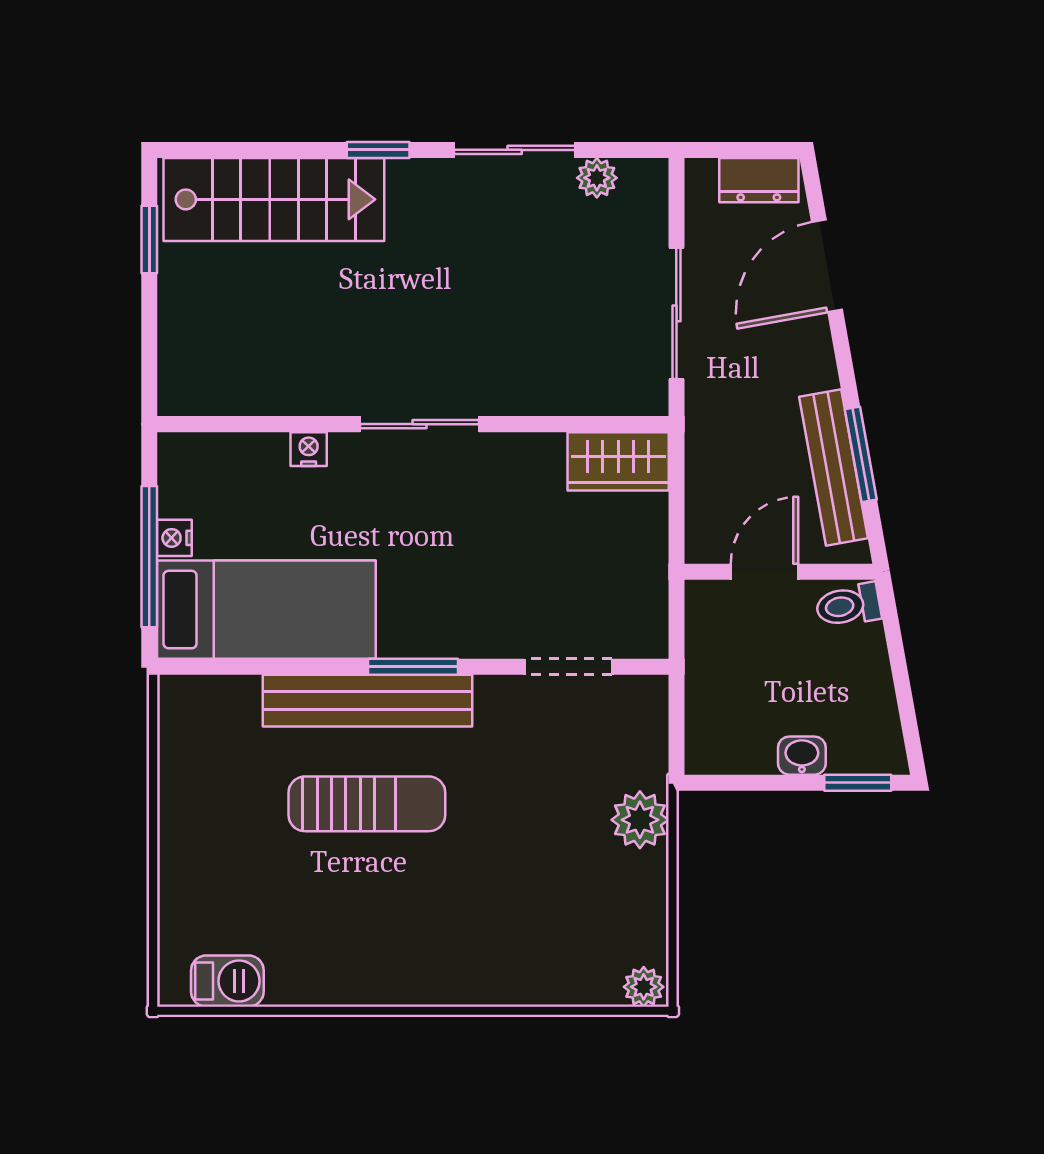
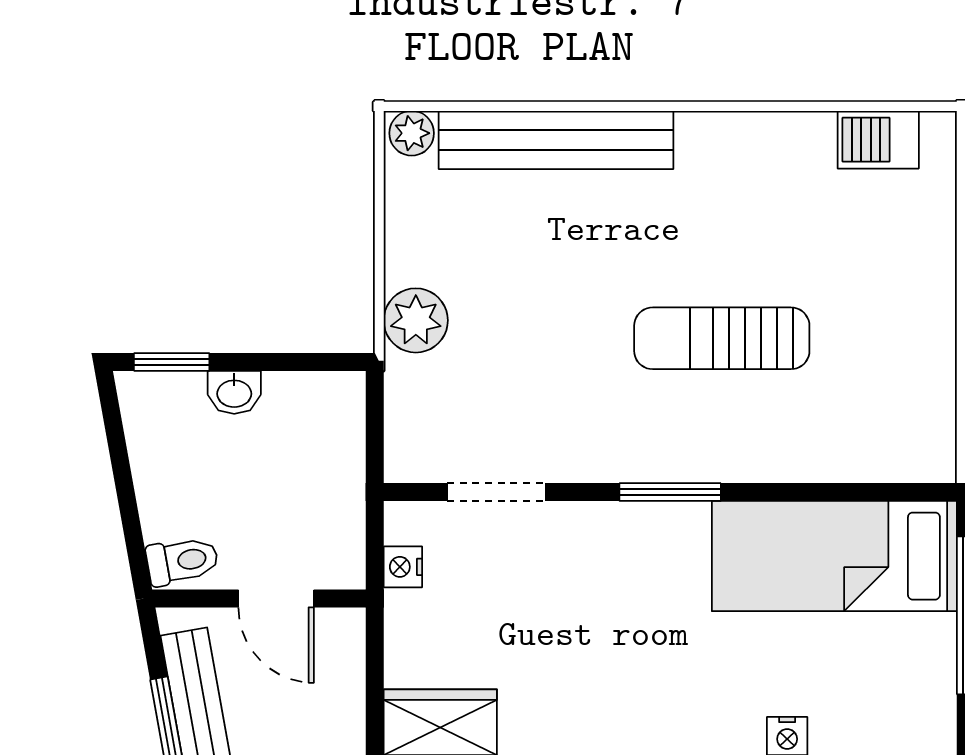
nightstand: (174, 538) -> (403, 567), moved, turned 180
door: (764, 572) -> (276, 598), hinge flipped
bench: (368, 701) -> (556, 140), moved

